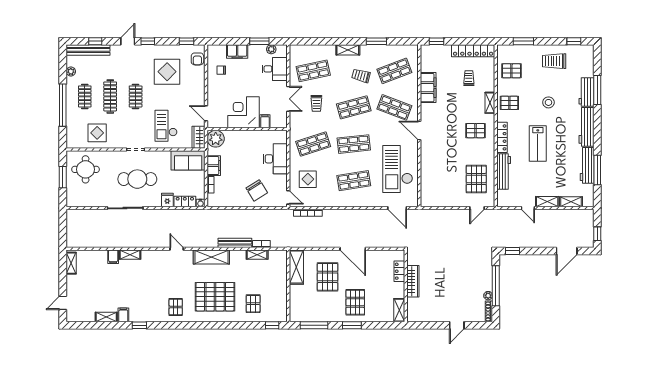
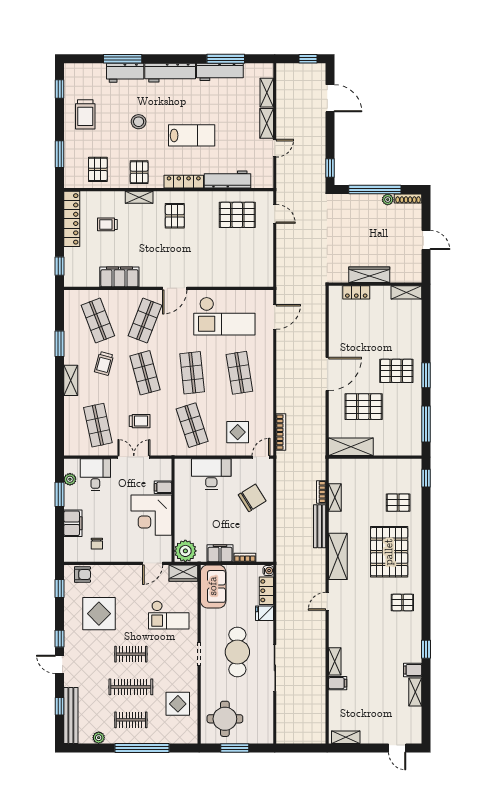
locker: (399, 271) -> (356, 292), moved
wardrobe: (413, 281) -> (369, 275), moved
wall: (406, 286) -> (375, 284), moved
shelving: (399, 310) -> (406, 292), moved

